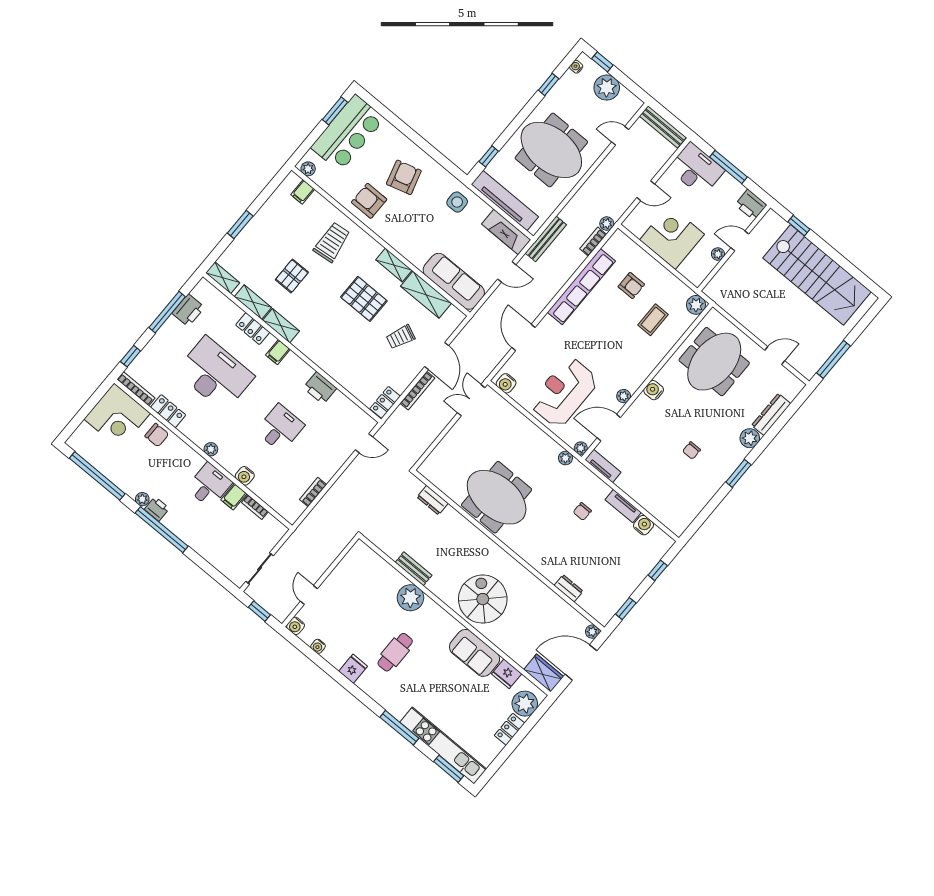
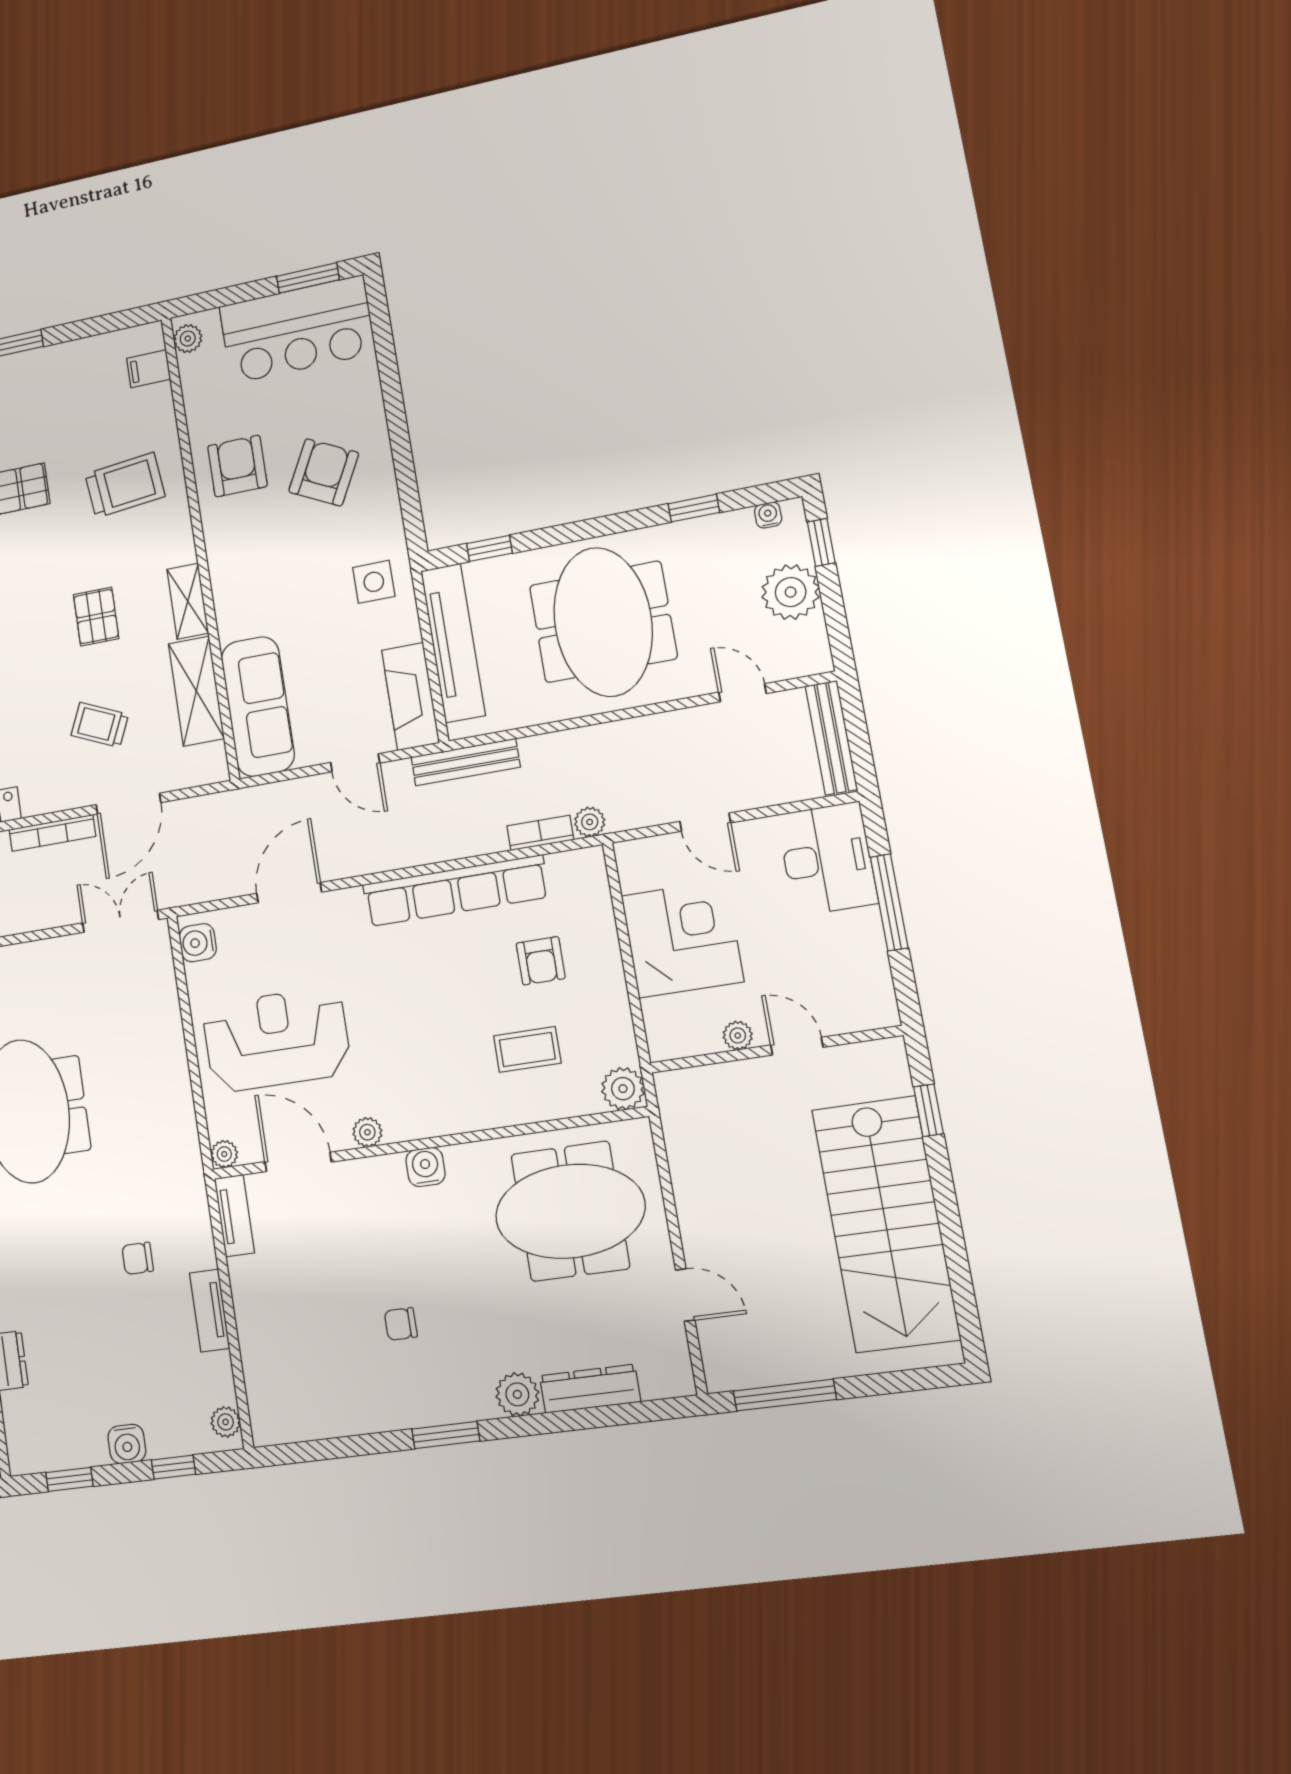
armchair: (404, 177) -> (324, 472), turned -47
printer: (751, 205) -> (872, 1001), removed
pallet: (364, 299) -> (96, 617), width x0.67, depth x0.71
plant: (565, 458) -> (226, 1422), moved
water cooler: (644, 525) -> (127, 1444), moved, turned 90

